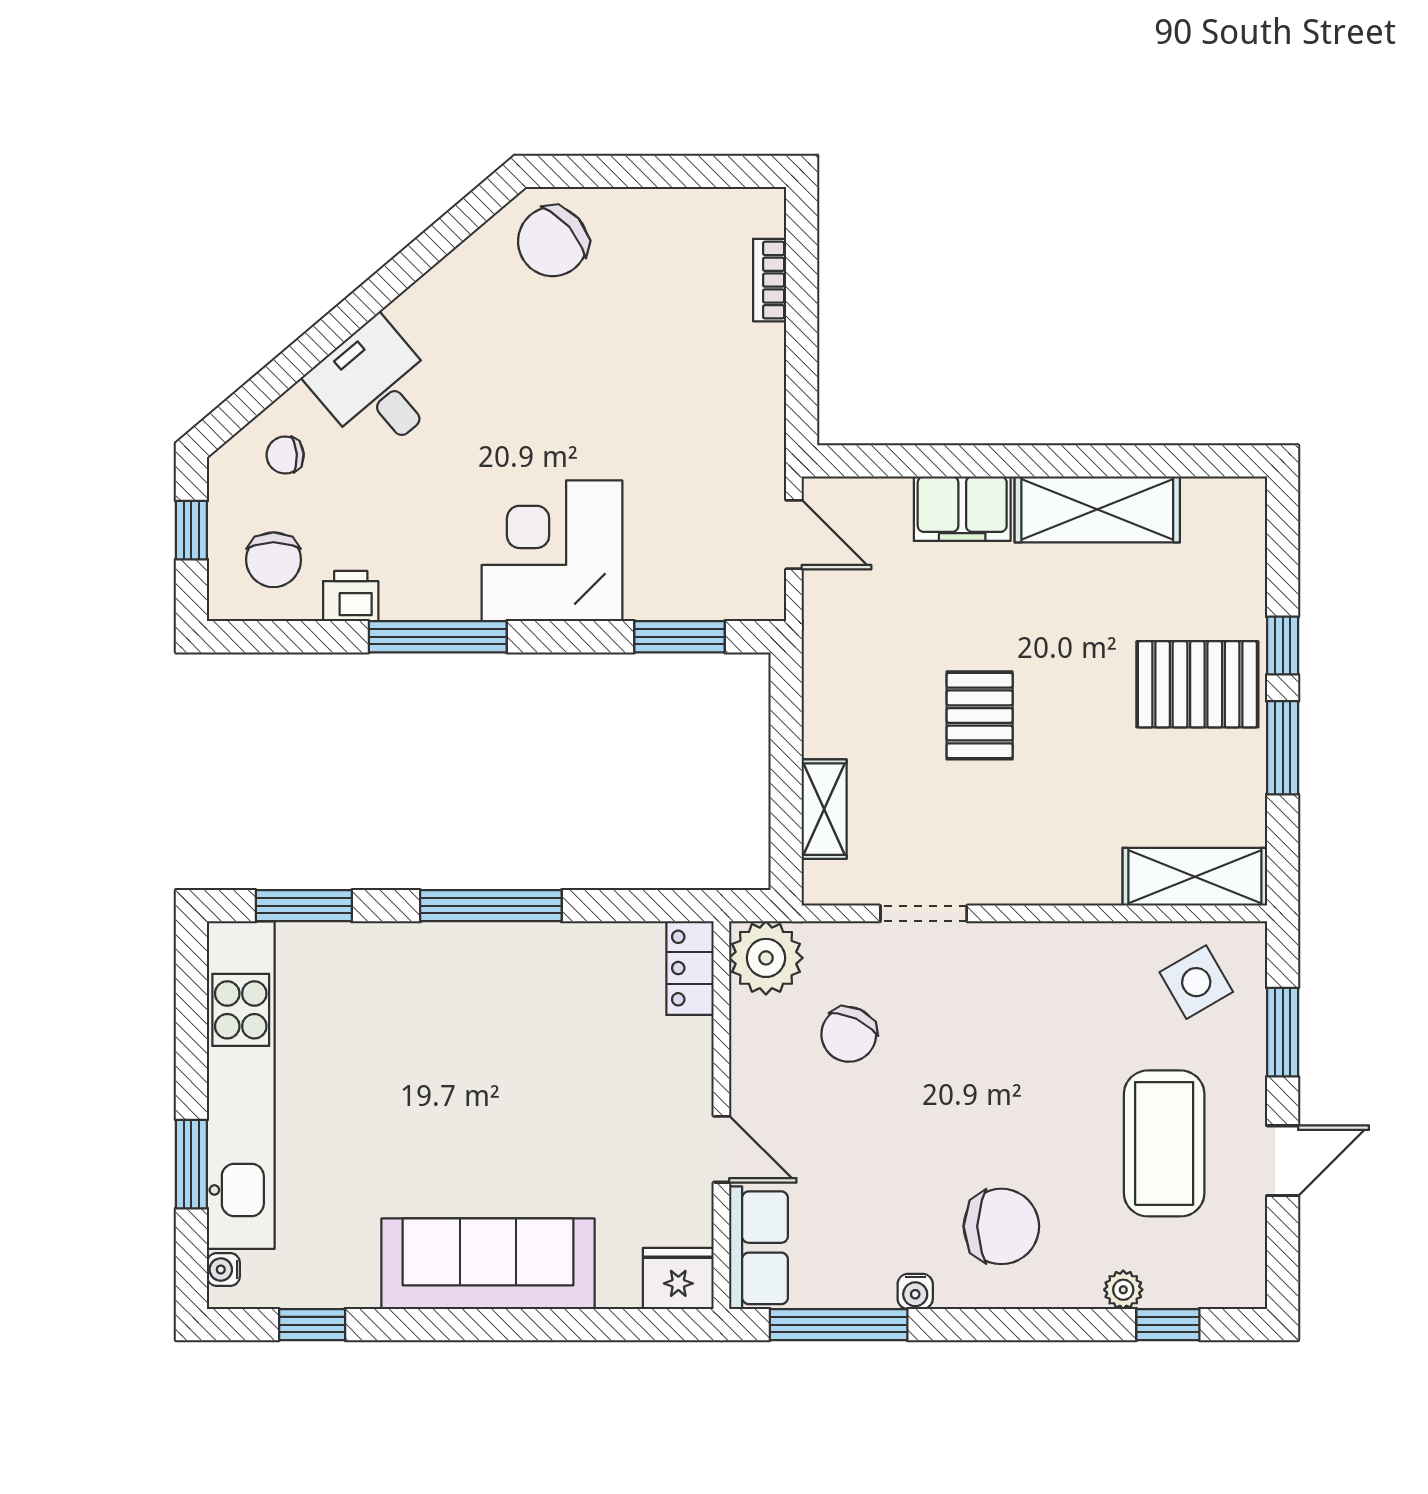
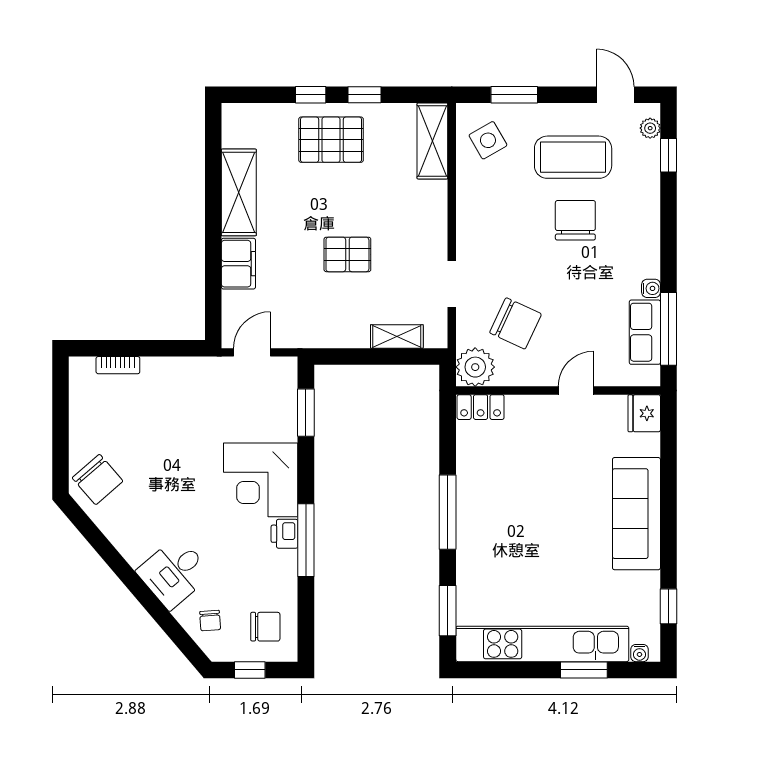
printer: (351, 596) -> (284, 534), moved
pallet: (1197, 684) -> (331, 140), turned 90
window: (1283, 748) -> (364, 95), width x0.67
chair: (849, 1034) -> (516, 323), width x1.37, depth x1.37
door: (1283, 1161) -> (615, 95), moved
chair: (1001, 1226) -> (575, 220), moved
row of seats: (759, 1248) -> (645, 332), moved, turned -90
plant: (1123, 1290) -> (650, 128), moved

